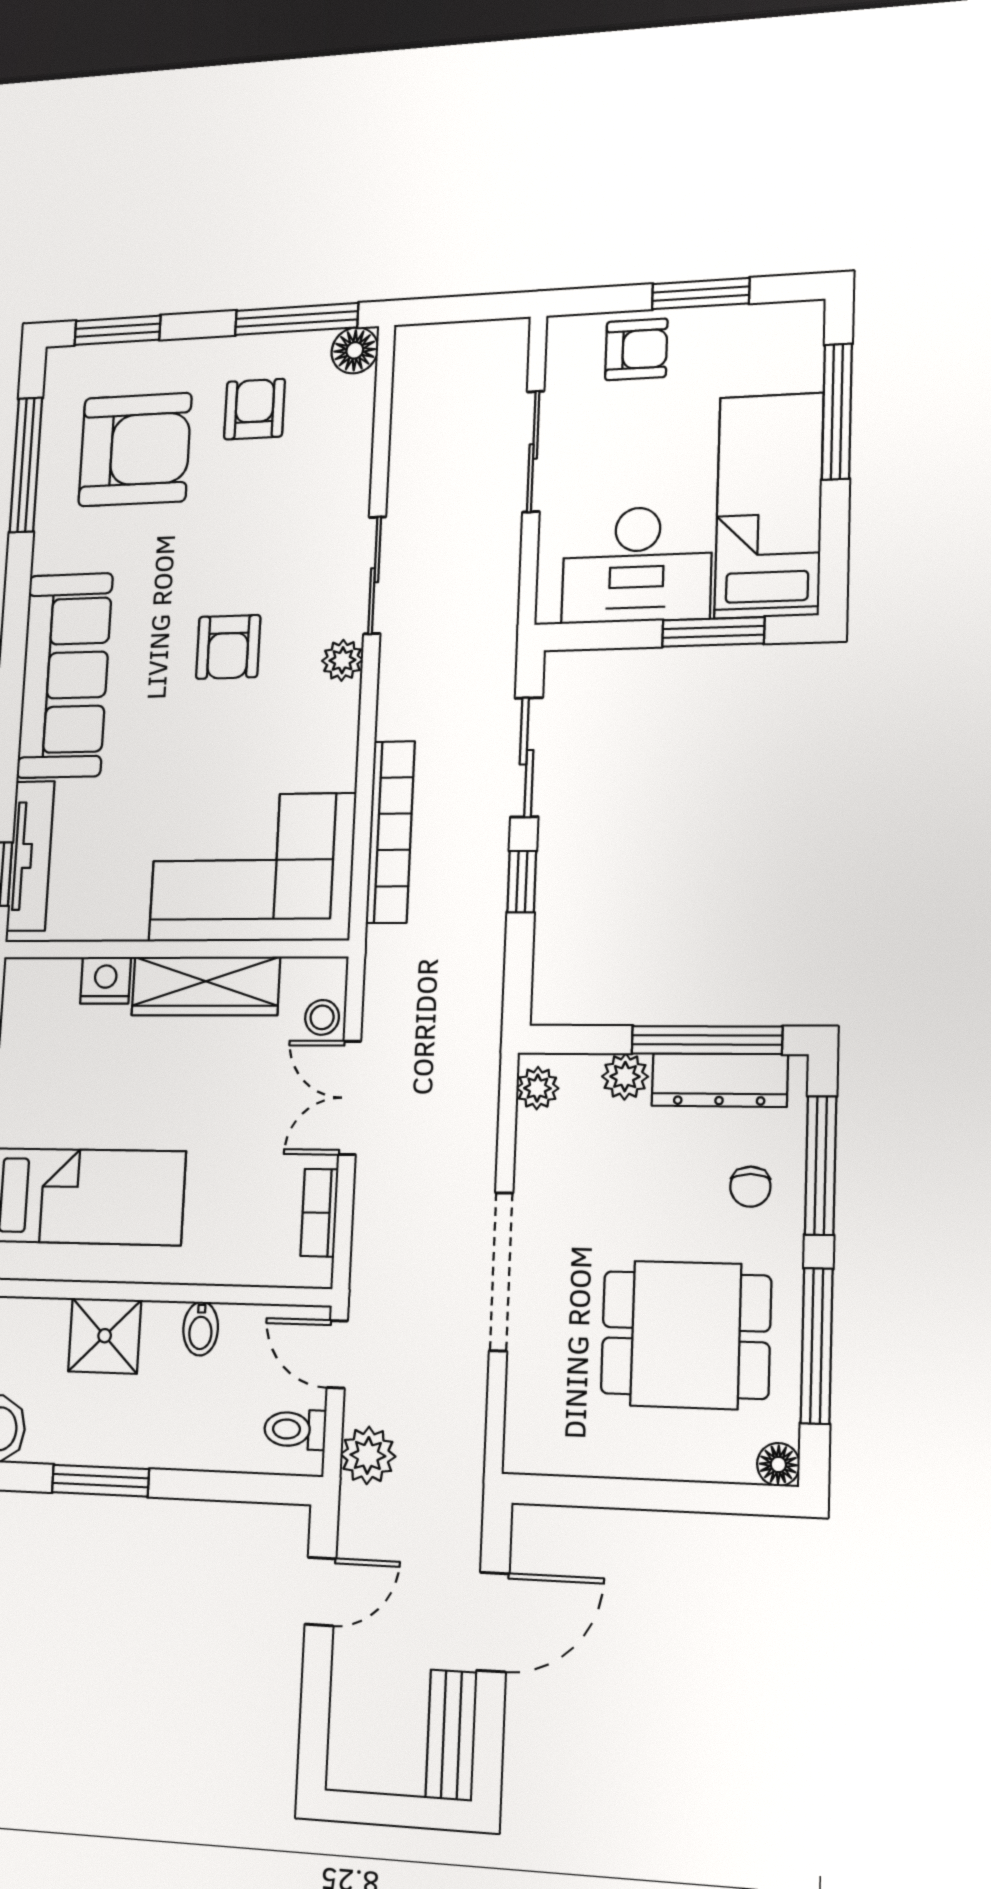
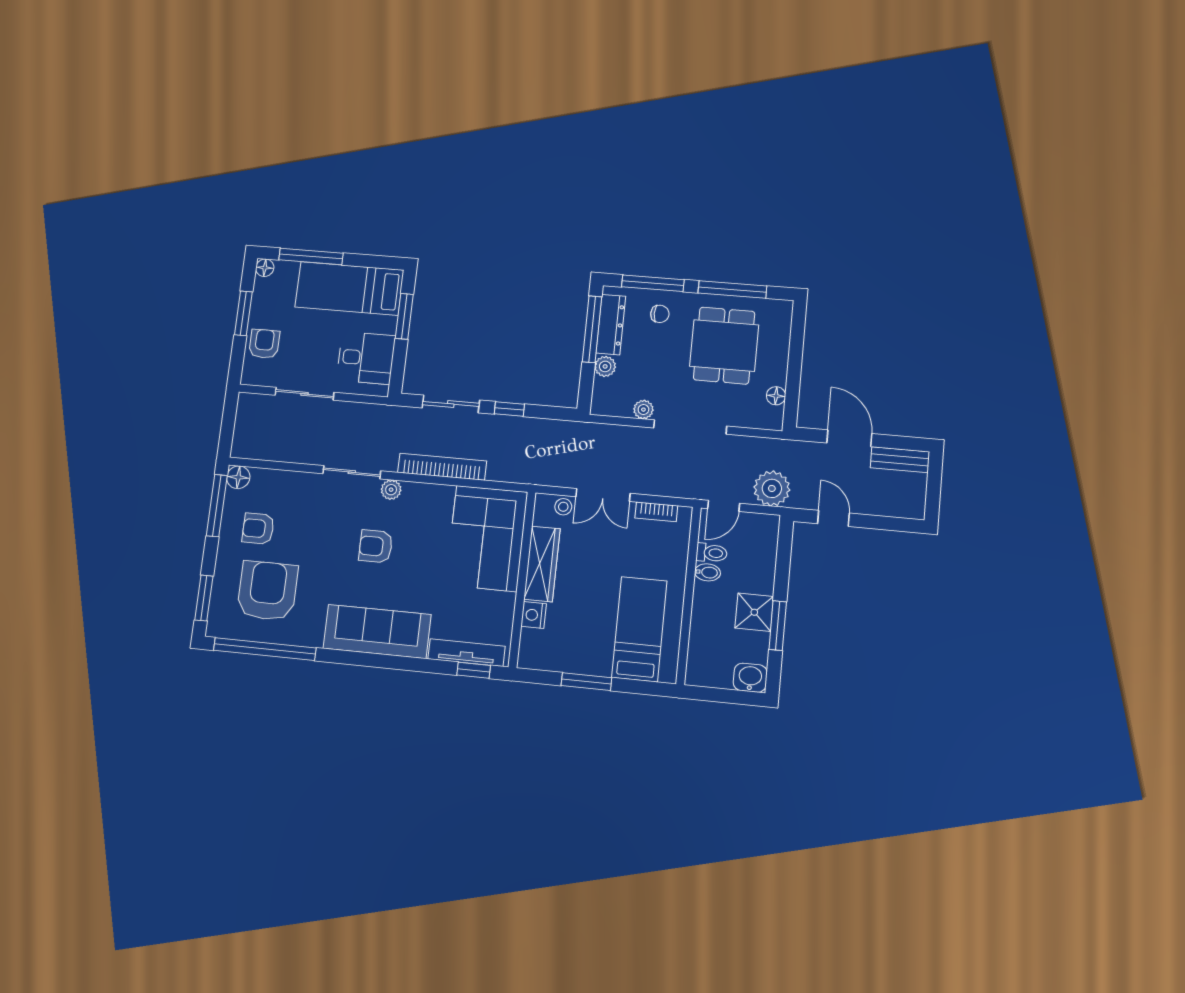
floor lamp: (805, 319) -> (265, 268), added
window: (26, 465) -> (265, 649), width x1.46
desk: (637, 565) -> (366, 358), width x0.73
armchair: (228, 647) -> (376, 546), turned 180
bookcase: (390, 832) -> (442, 467), moved
plant: (537, 1088) -> (643, 410), moved
shower: (105, 1336) -> (754, 612), moved
toilet: (295, 1429) -> (712, 553), moved, turned -90
plant: (368, 1455) -> (772, 488), width x1.36, depth x1.36
floor lamp: (778, 1464) -> (776, 396), moved

